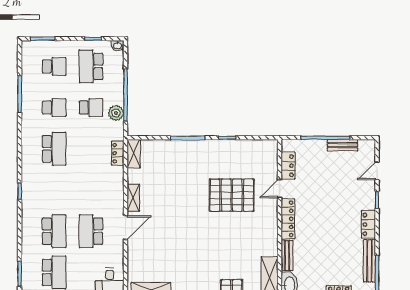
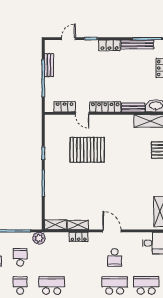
plant: (116, 113) -> (39, 238), moved
locker: (118, 153) -> (79, 237), moved
door: (377, 171) -> (68, 39), swing flipped
pallet: (232, 195) -> (87, 150), turned 90
shelving: (133, 198) -> (78, 225), moved
school desk: (91, 231) -> (115, 257), width x0.54

